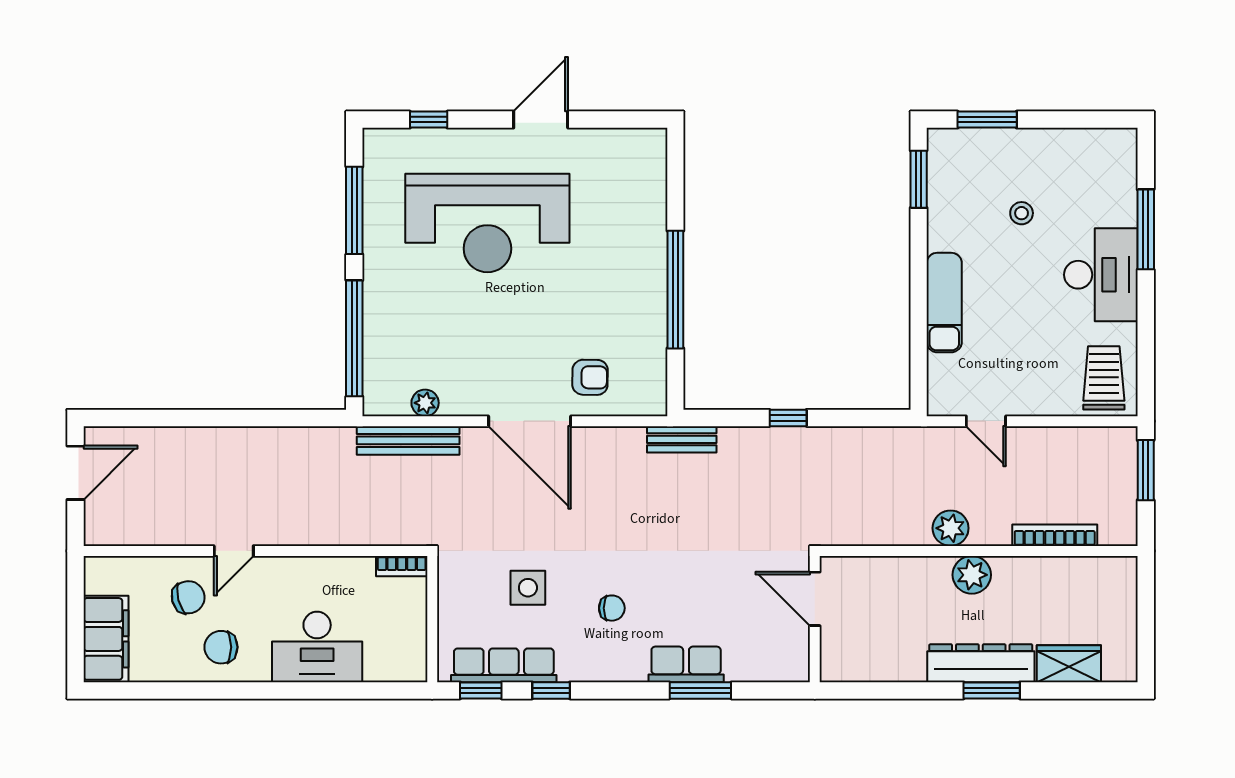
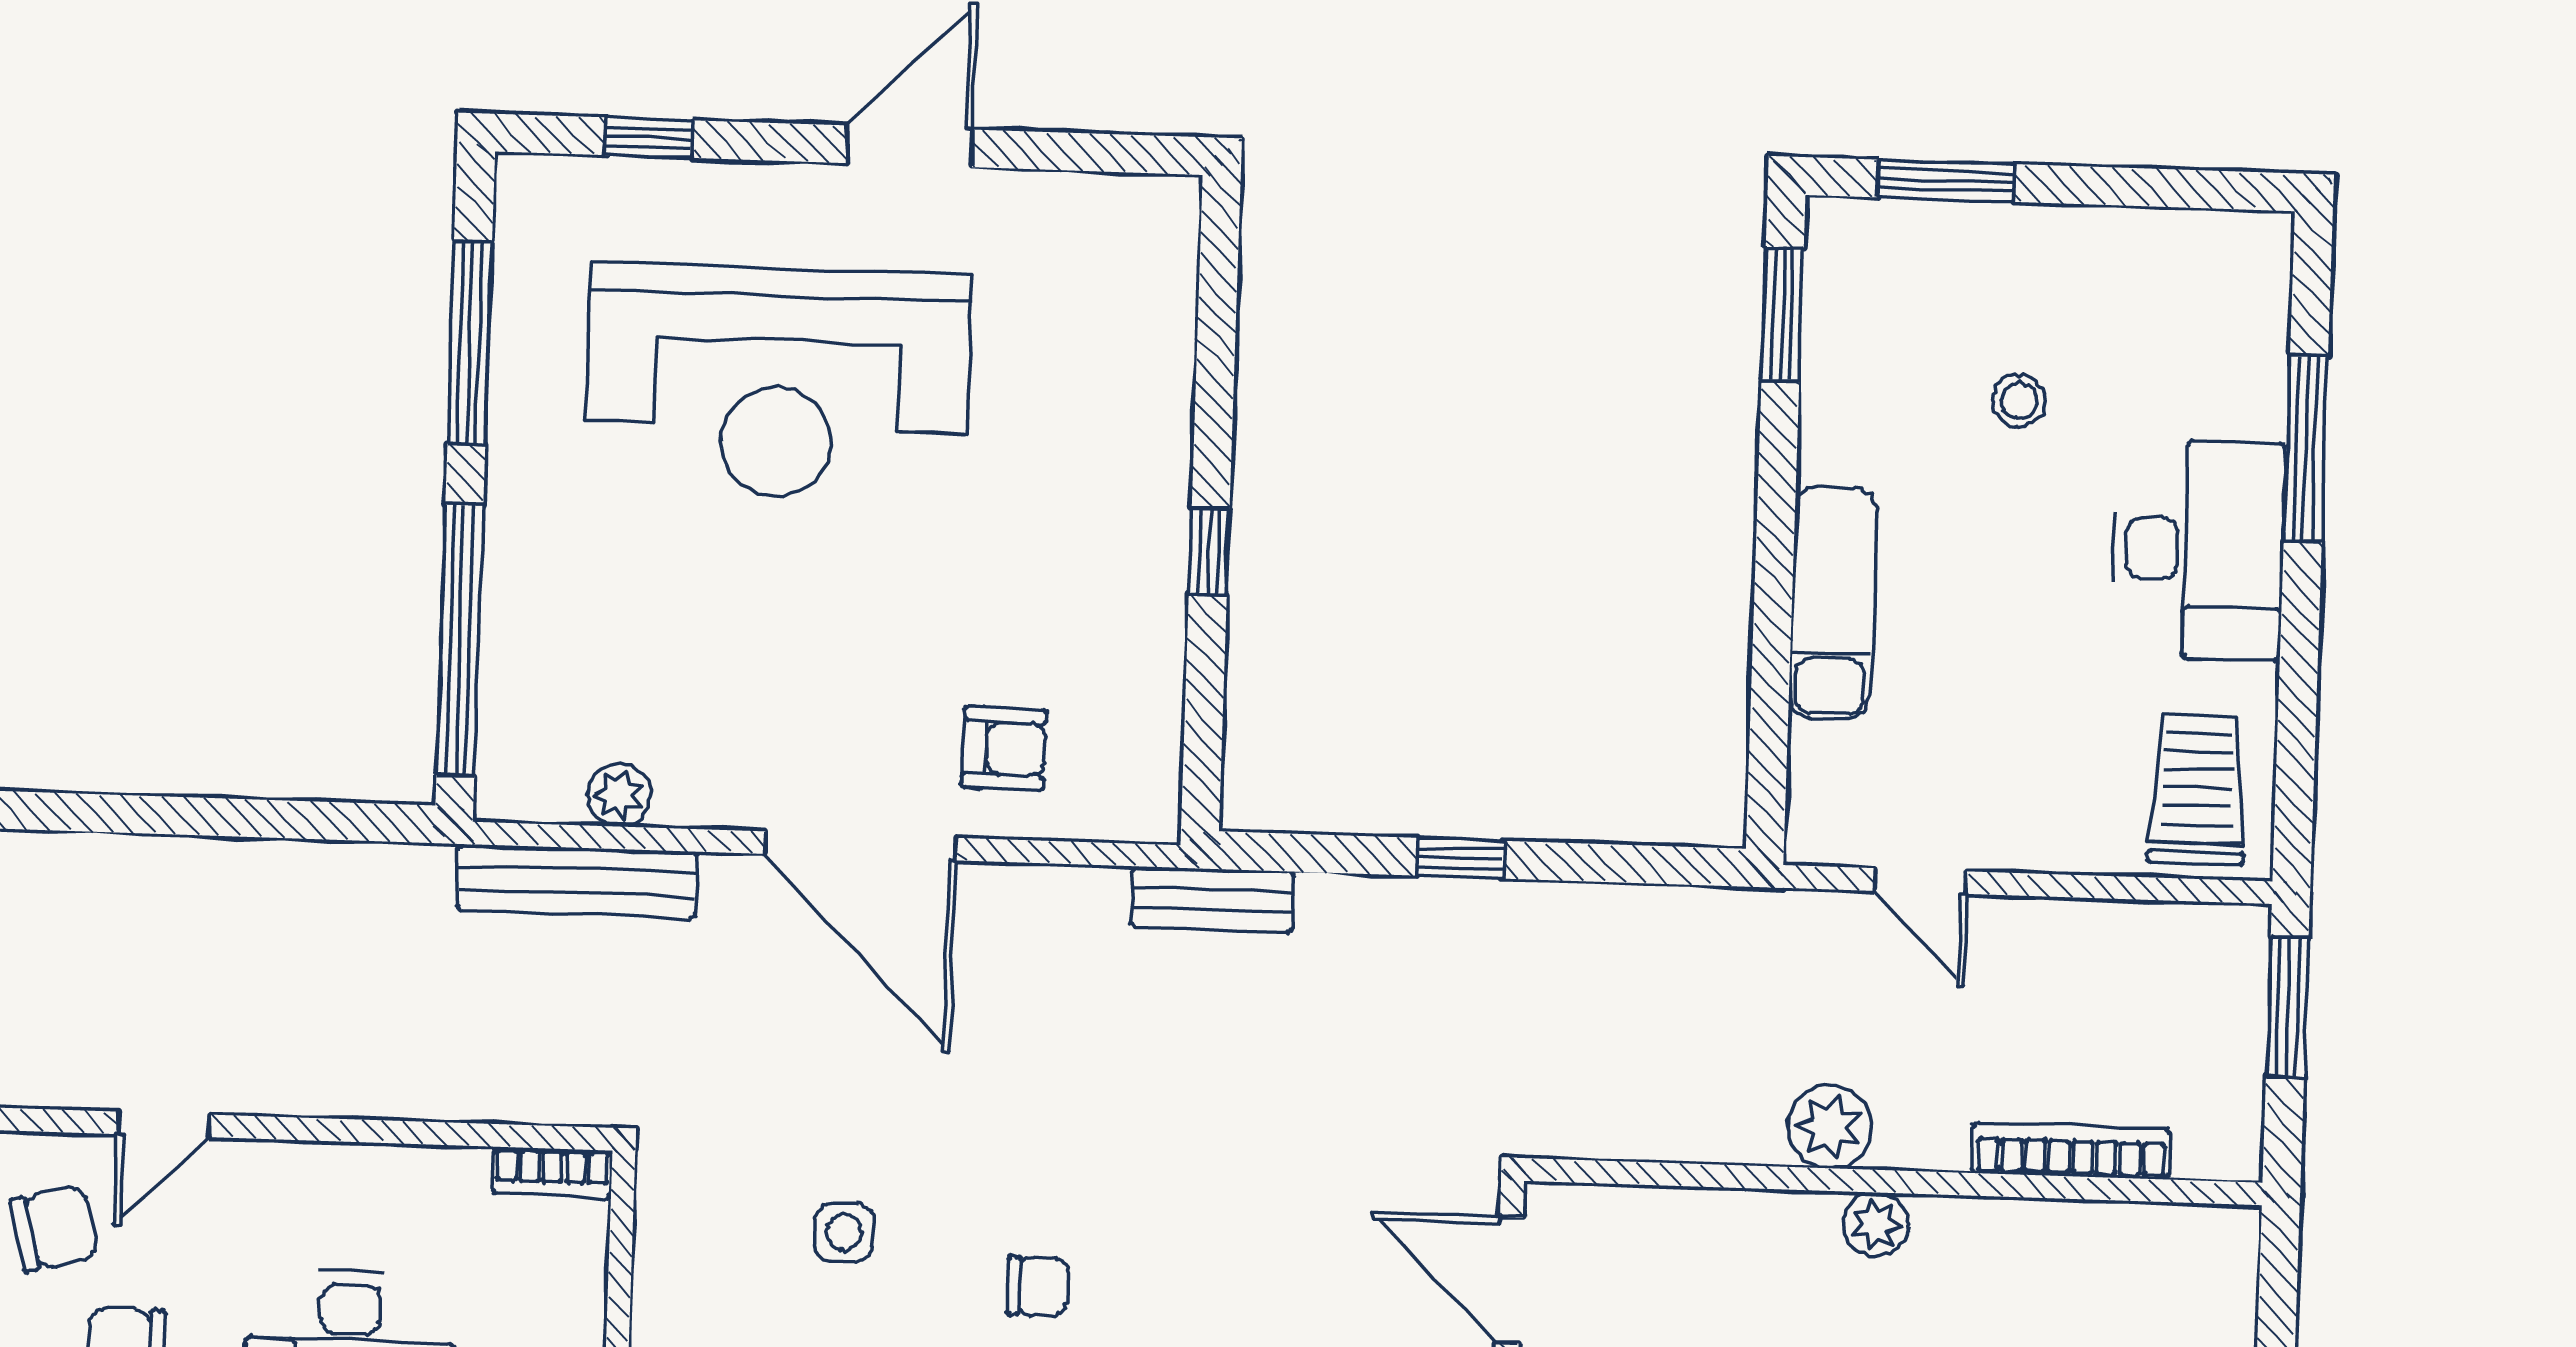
window: (675, 290) -> (1209, 551), width x0.32
plant: (972, 575) -> (1876, 1225), width x0.73, depth x0.73
side table: (528, 588) -> (844, 1232), width x0.73, depth x0.73

